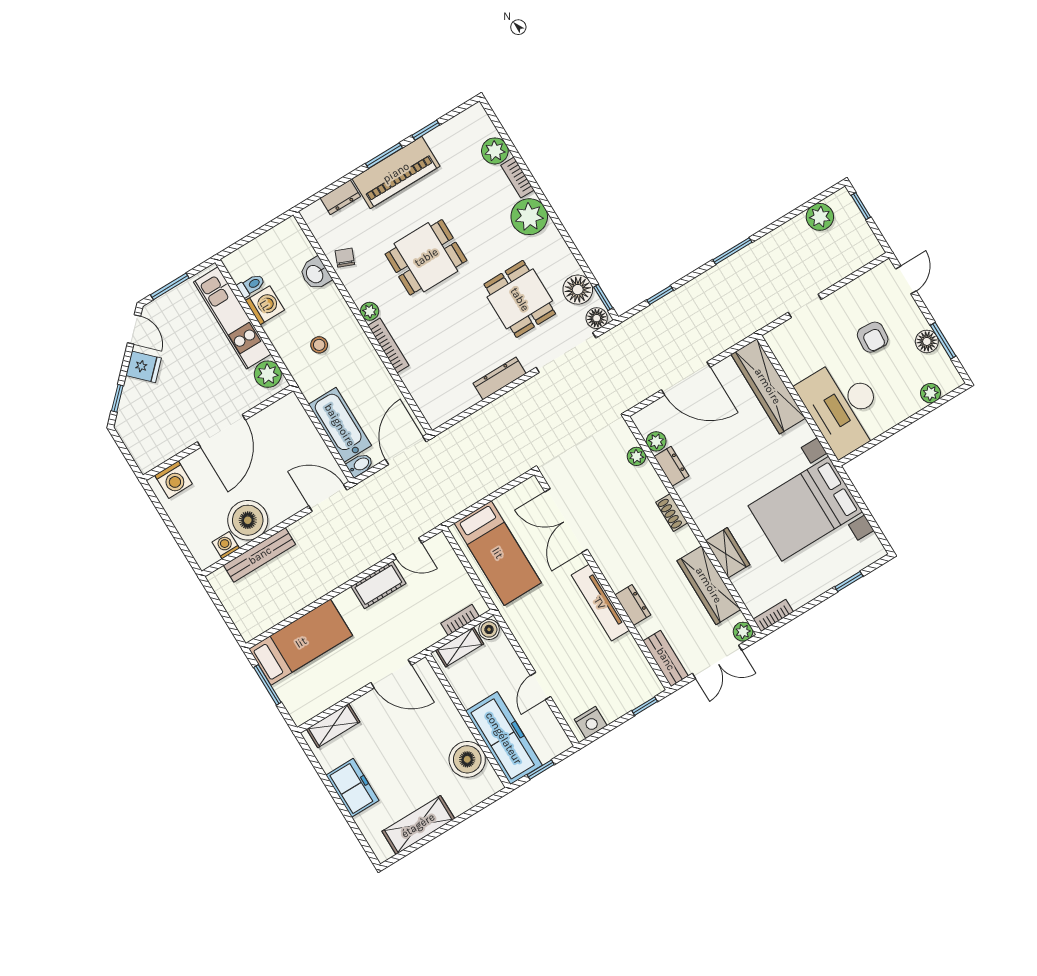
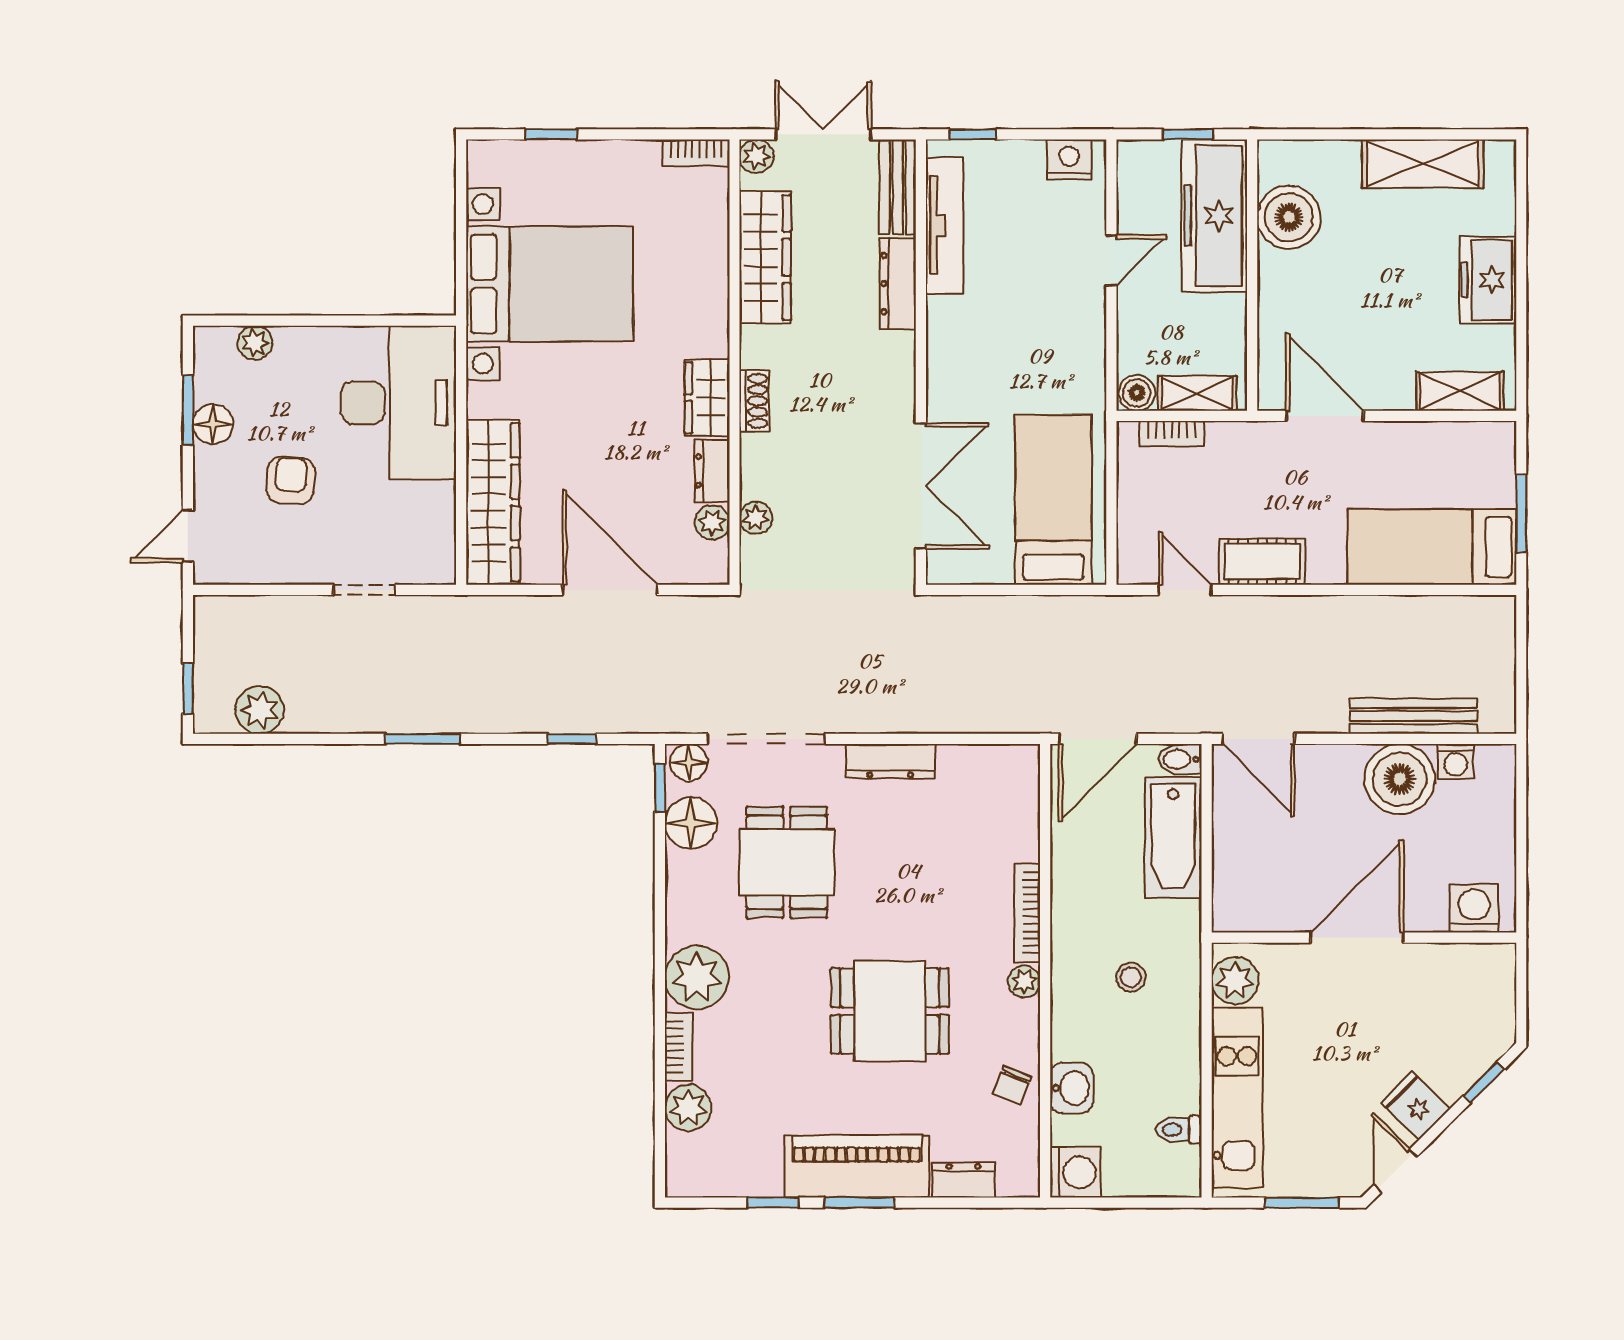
washing machine: (265, 305) -> (1075, 1172), moved, turned 180
wardrobe: (728, 553) -> (707, 398), moved
tv unit: (600, 603) -> (944, 225), moved
dresser: (633, 605) -> (898, 284), width x1.44

